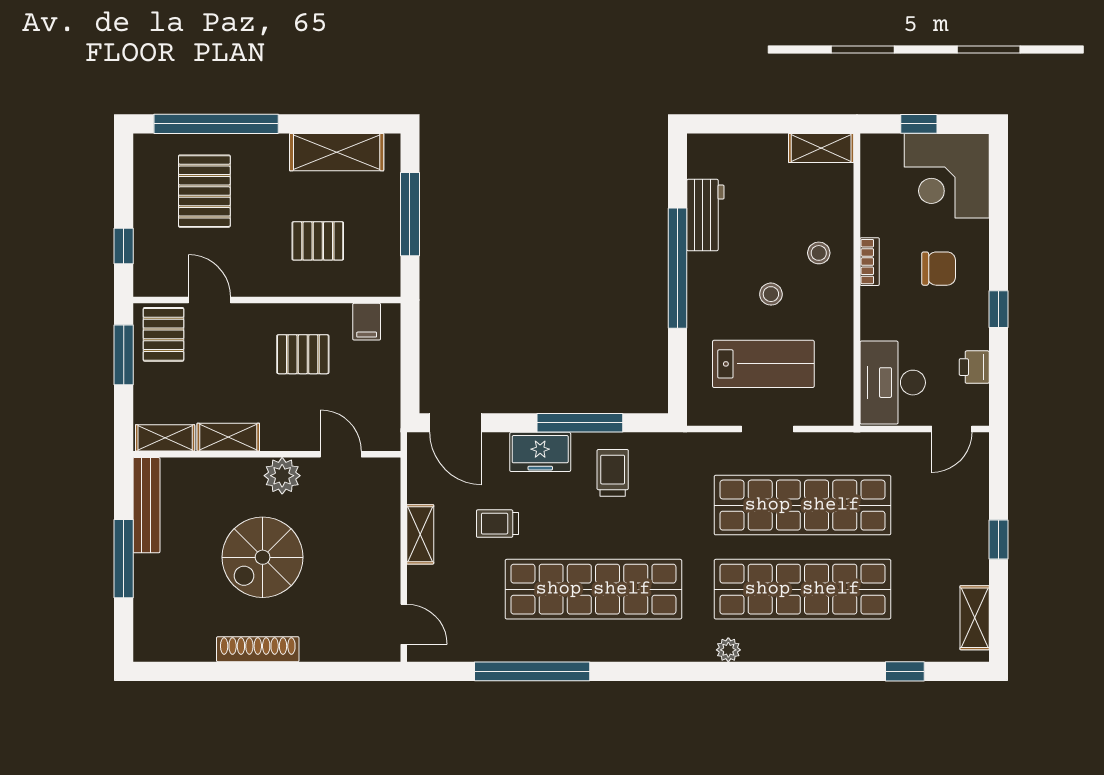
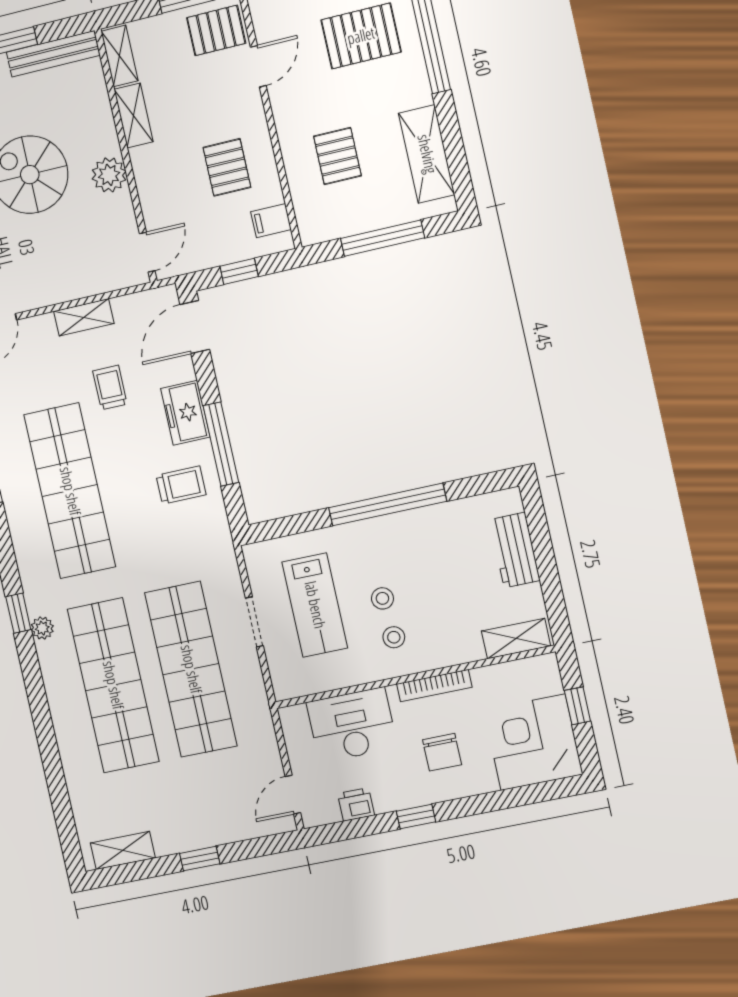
shelving: (821, 148) -> (516, 639), moved, turned 90
workbench: (705, 215) -> (515, 550), moved, turned 90
stool: (819, 253) -> (394, 637), moved
bookcase: (870, 262) -> (434, 686), width x1.56
window: (410, 365) -> (239, 271), added
desk: (893, 383) -> (352, 725), moved
door: (952, 429) -> (293, 795), hinge flipped
door: (341, 454) -> (147, 252), moved
window: (905, 671) -> (18, 613), moved

